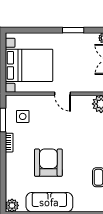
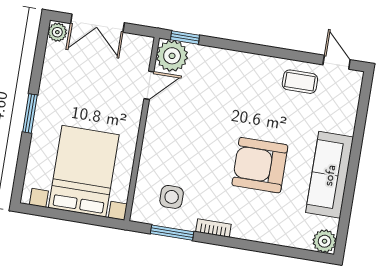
window: (73, 30) -> (30, 113), moved
door: (63, 94) -> (149, 85), moved

